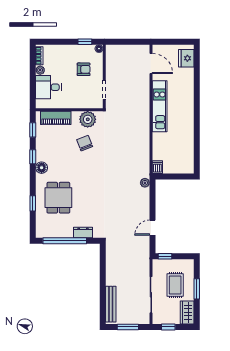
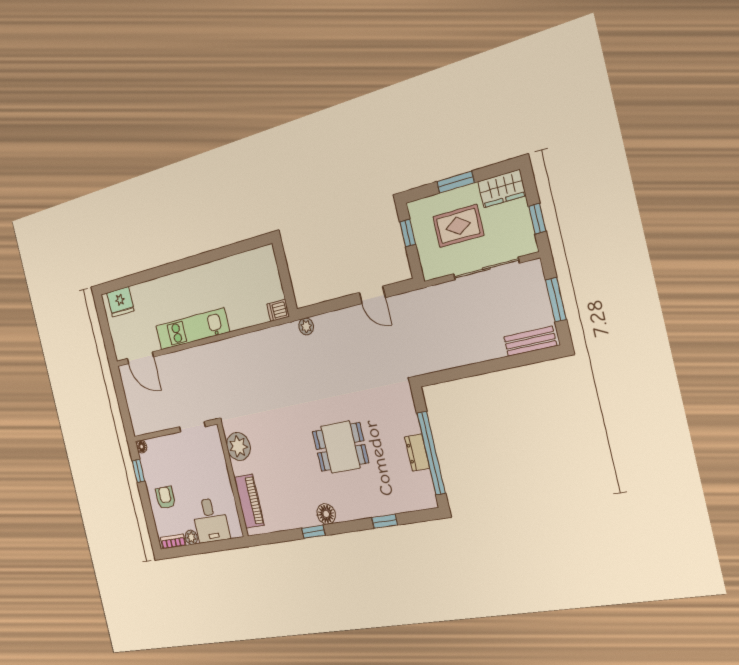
door: (151, 63) -> (140, 358), swing flipped
armchair: (84, 69) -> (165, 498), moved
window: (33, 130) -> (275, 537), removed
chair: (85, 143) -> (273, 445), removed
dining table: (58, 198) -> (340, 447), moved
dresser: (83, 232) -> (417, 453), moved
window: (165, 256) -> (408, 233), moved
bench: (111, 304) -> (530, 341), width x0.73

